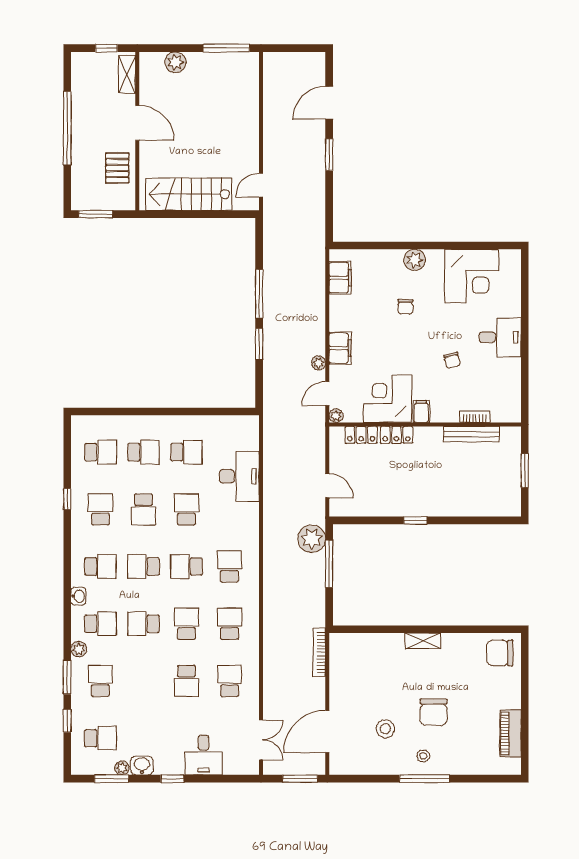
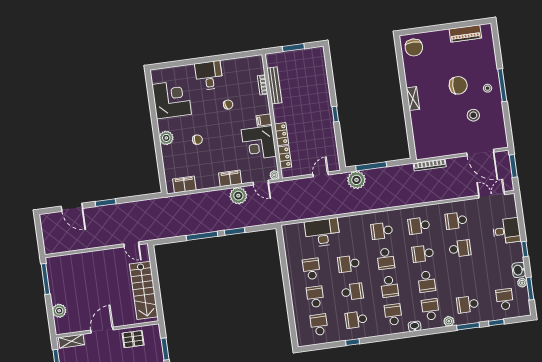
plant: (318, 363) -> (238, 196), width x1.87, depth x1.87

